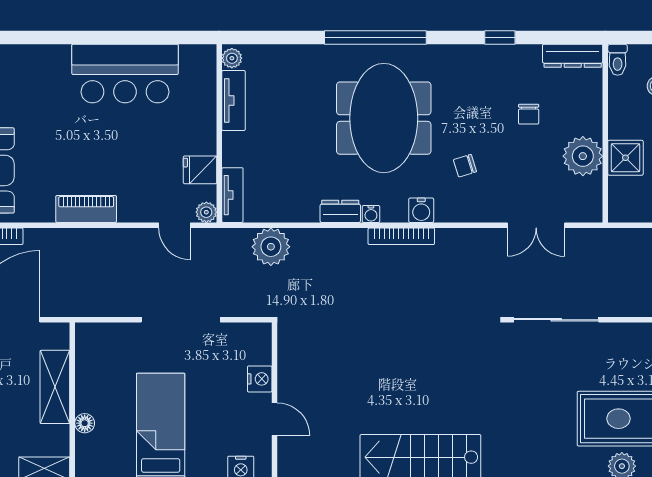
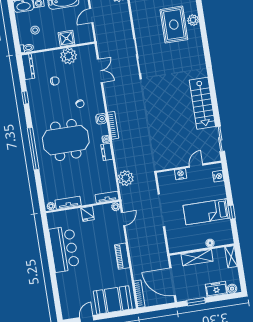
fridge: (200, 170) -> (88, 214), moved

